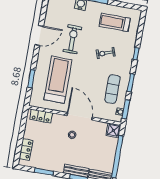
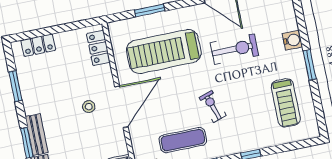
treadmill: (115, 22) -> (286, 103), turned 180
exercise bike: (106, 53) -> (213, 106), moved
treadmill: (58, 80) -> (164, 51), turned 180

